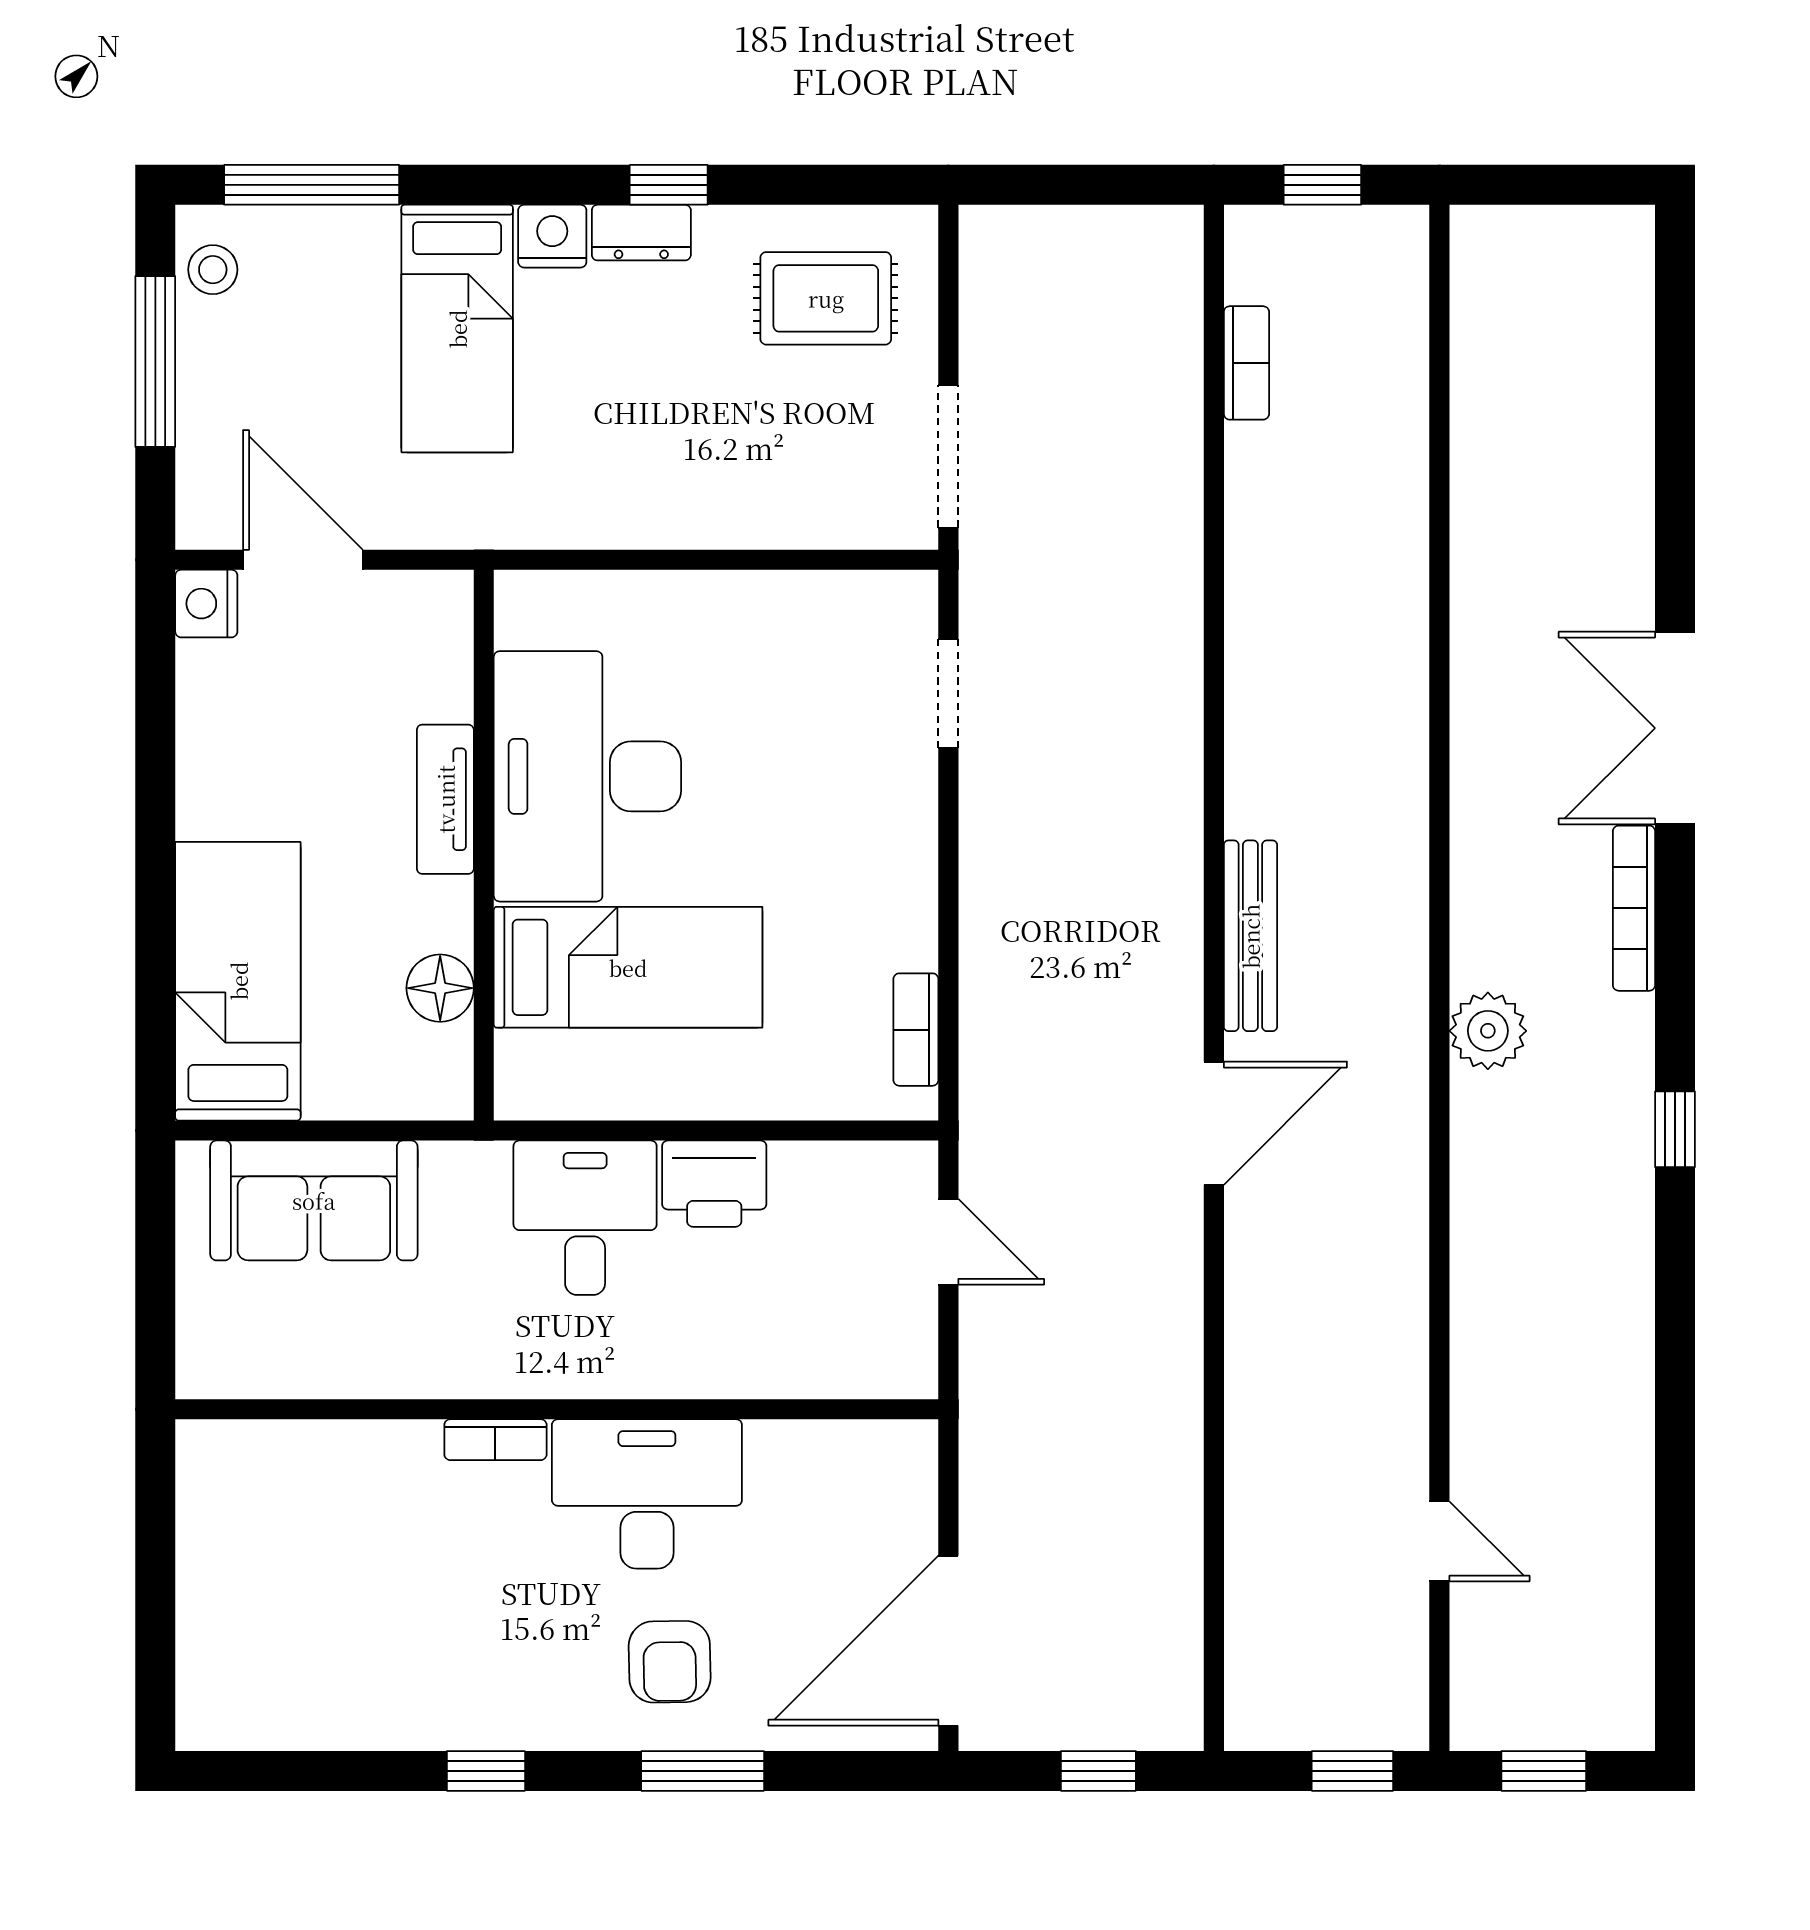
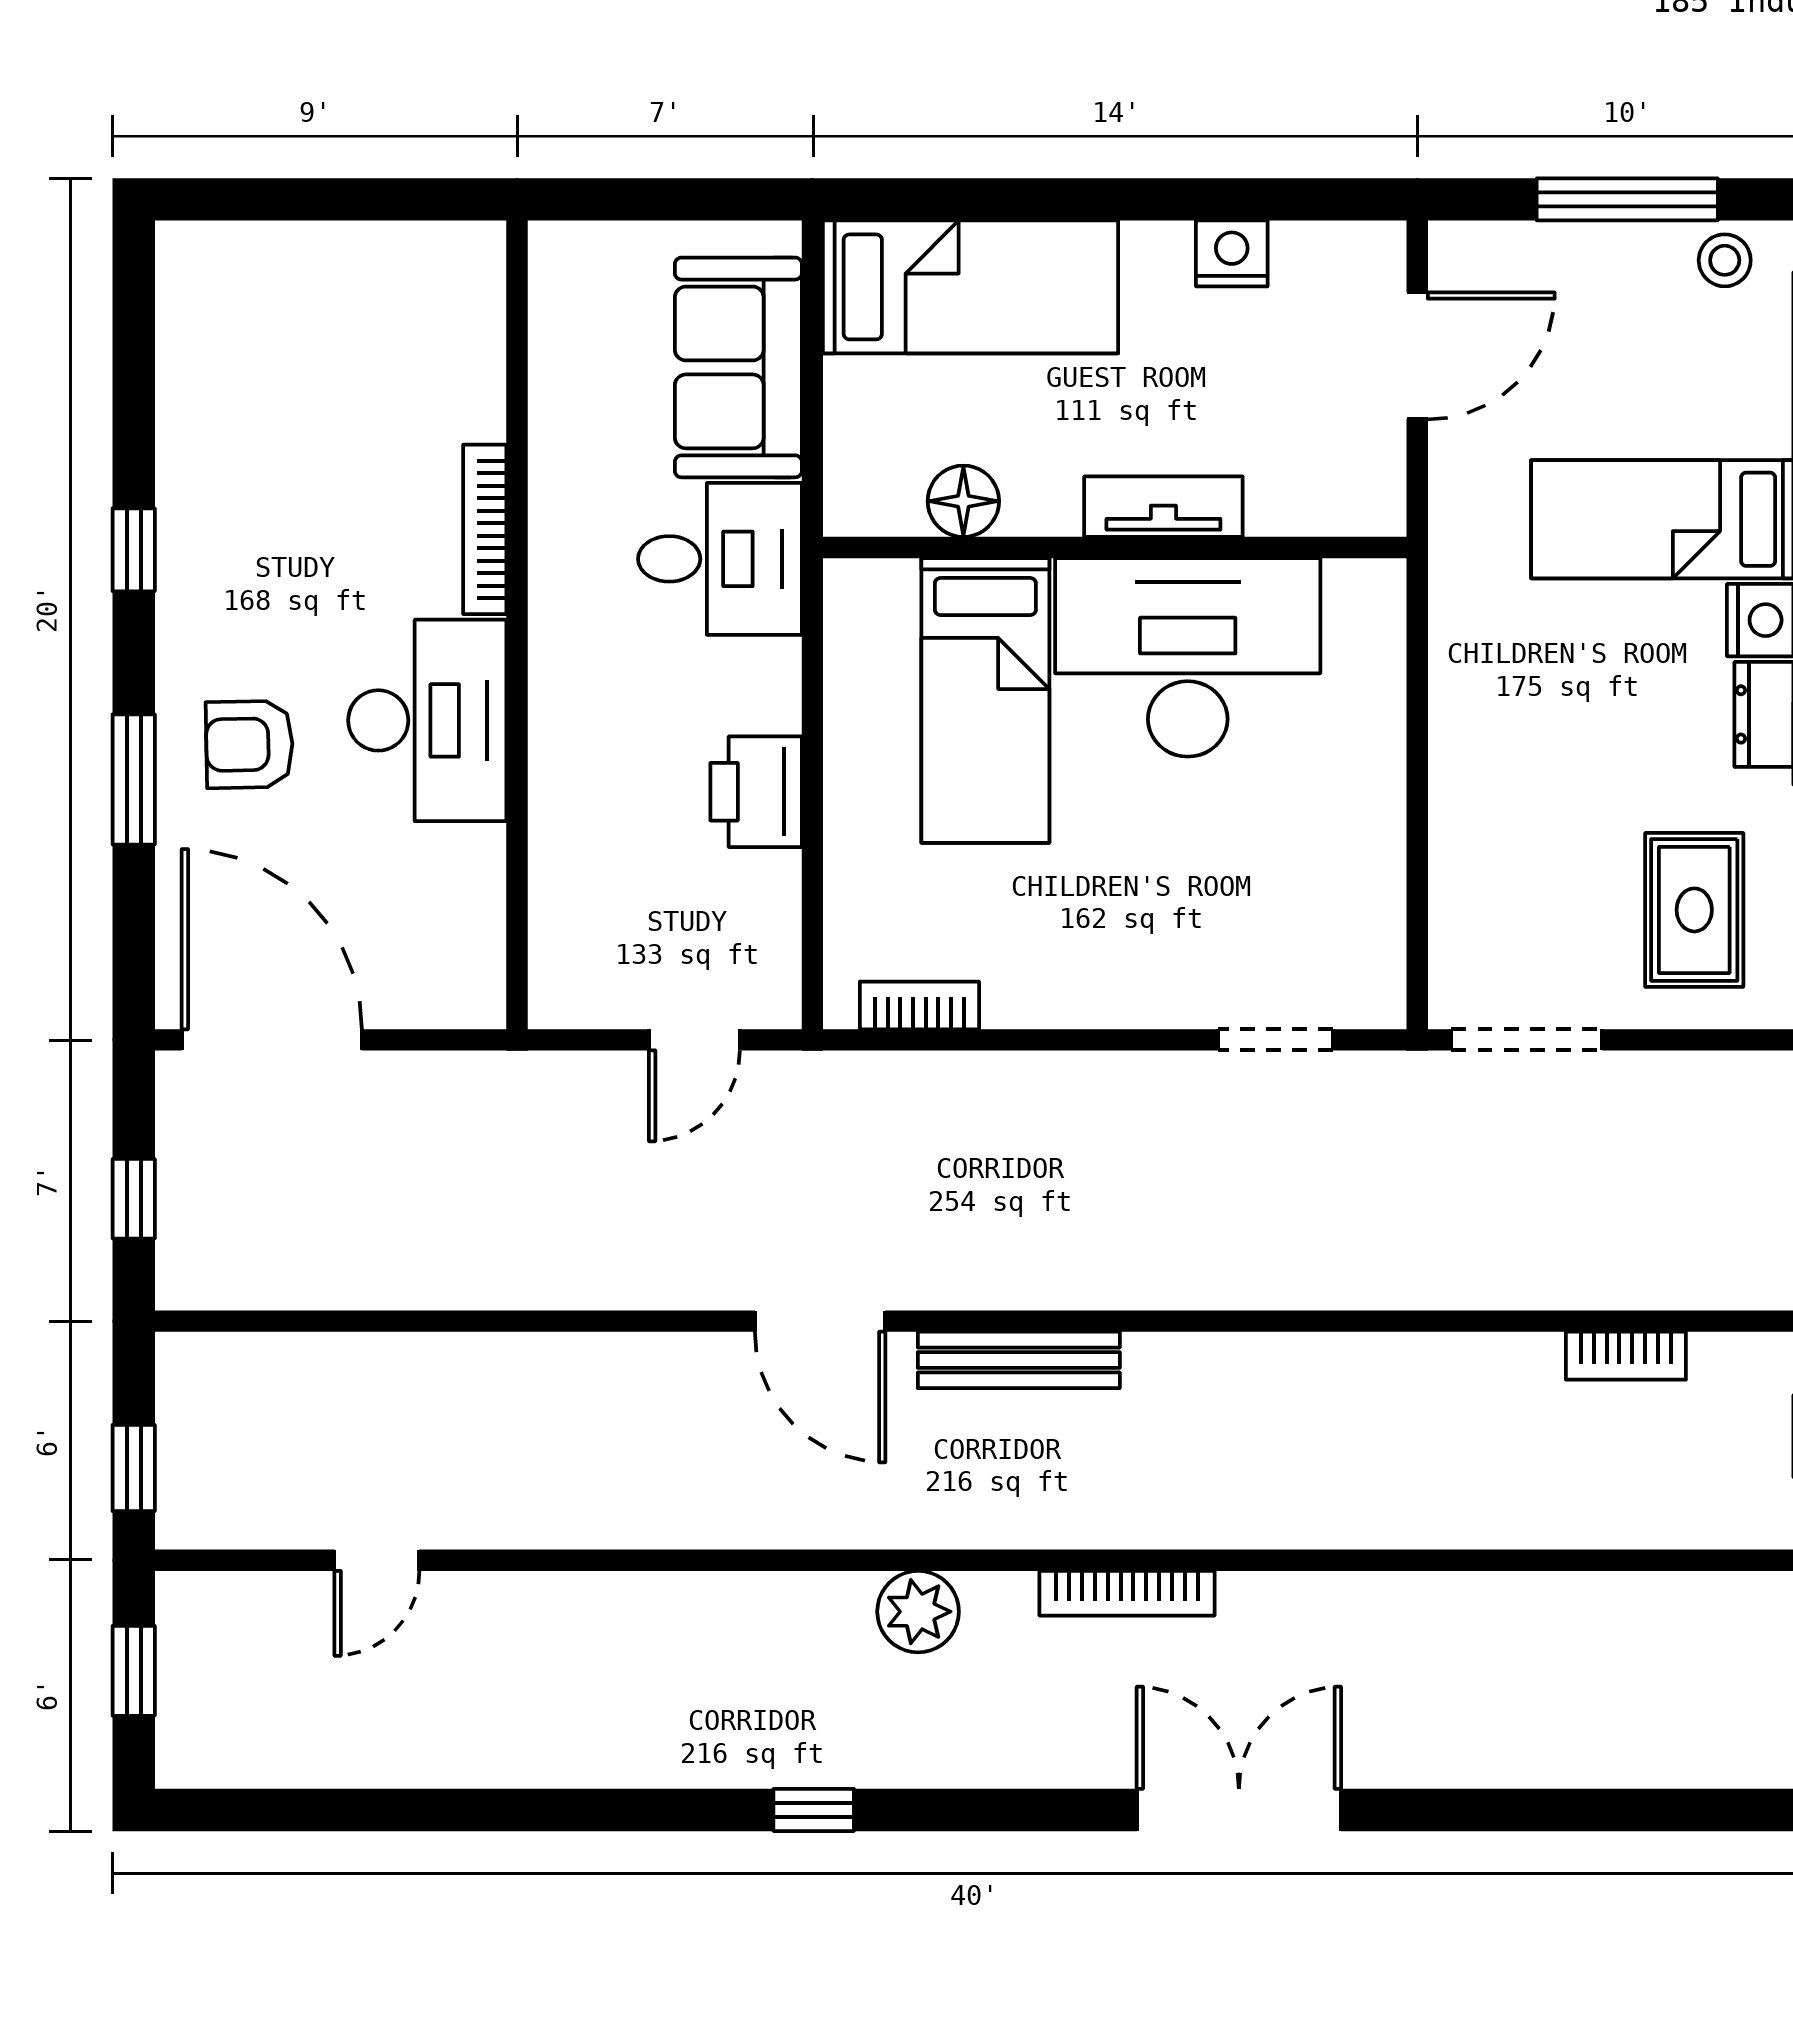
nightstand: (206, 604) -> (1232, 253), moved
bookcase: (1634, 908) -> (1127, 1593), moved, turned 180
desk: (585, 1218) -> (720, 559), moved
bookcase: (495, 1440) -> (485, 529), width x1.56

